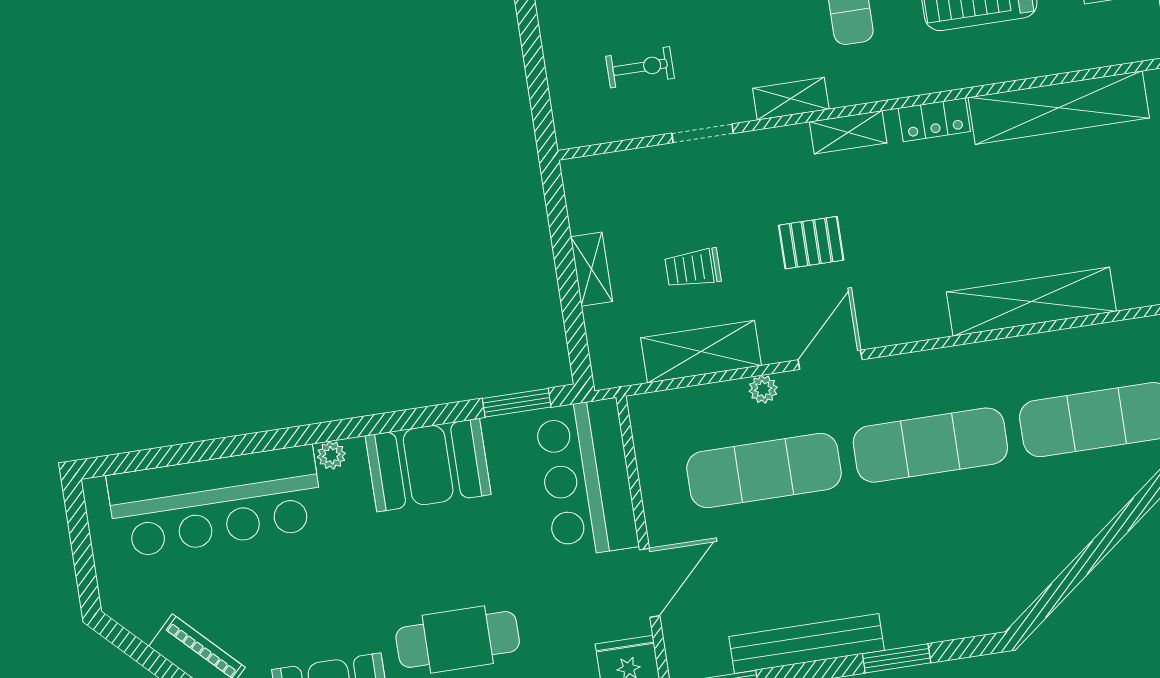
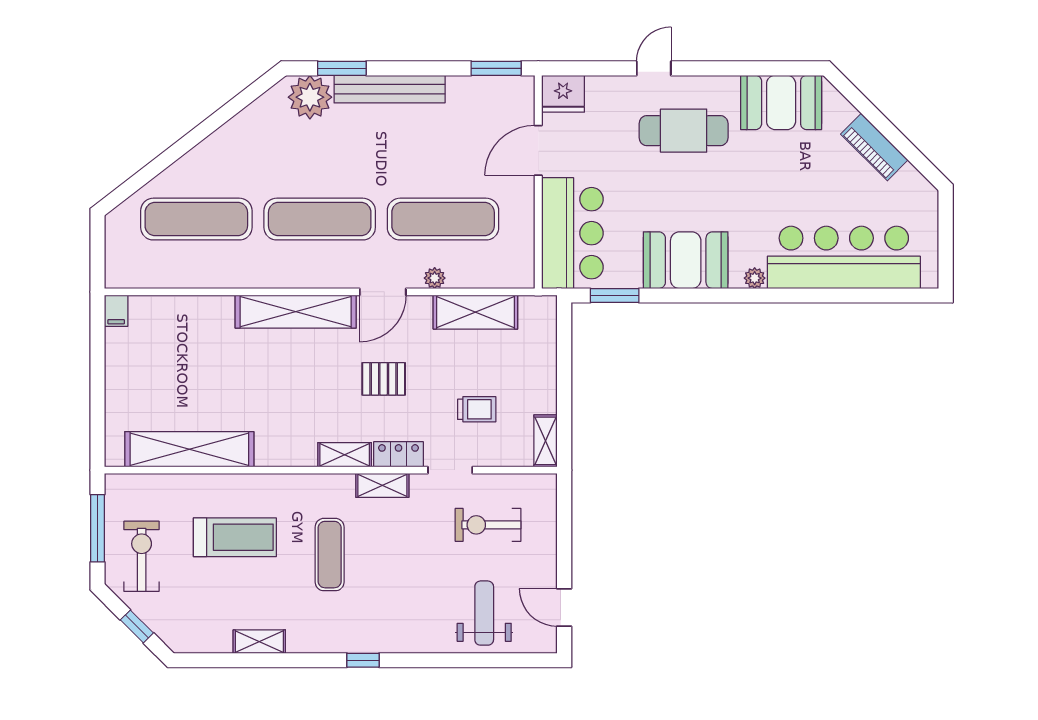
exercise bike: (640, 67) -> (488, 525), width x1.38, depth x1.39
locker: (934, 120) -> (399, 454), moved
trolley: (693, 268) -> (477, 409), moved
shelving: (592, 269) -> (546, 441), moved
shelving: (1031, 302) -> (296, 312), moved
plant: (969, 608) -> (310, 97), added
bench: (807, 643) -> (390, 89), moved
window: (897, 658) -> (342, 68), moved

